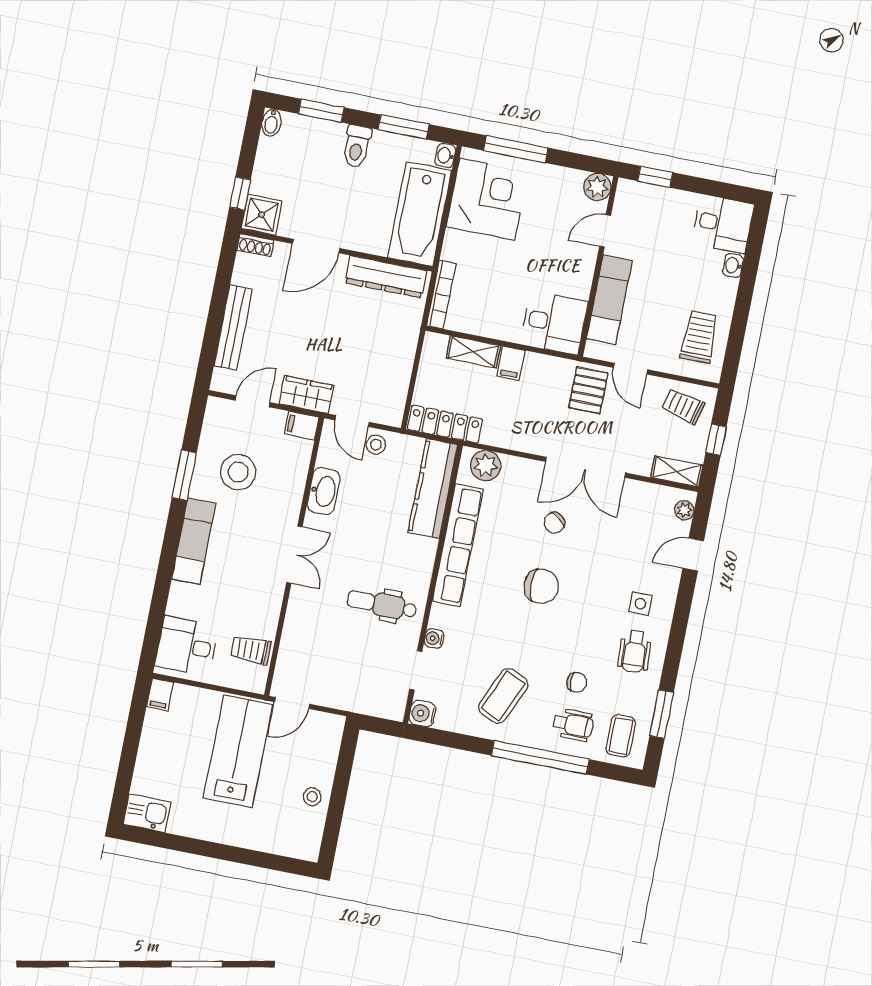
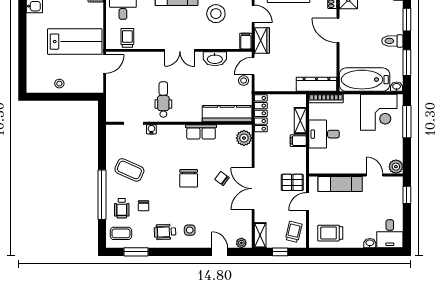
dresser: (386, 277) -> (316, 84), moved, turned 90
desk: (554, 323) -> (324, 134), moved, turned 90
trolley: (699, 337) -> (330, 233), turned 180
row of seats: (458, 545) -> (201, 132), width x0.50
door: (292, 703) -> (105, 64), swing flipped
water cooler: (423, 714) -> (112, 131), removed

